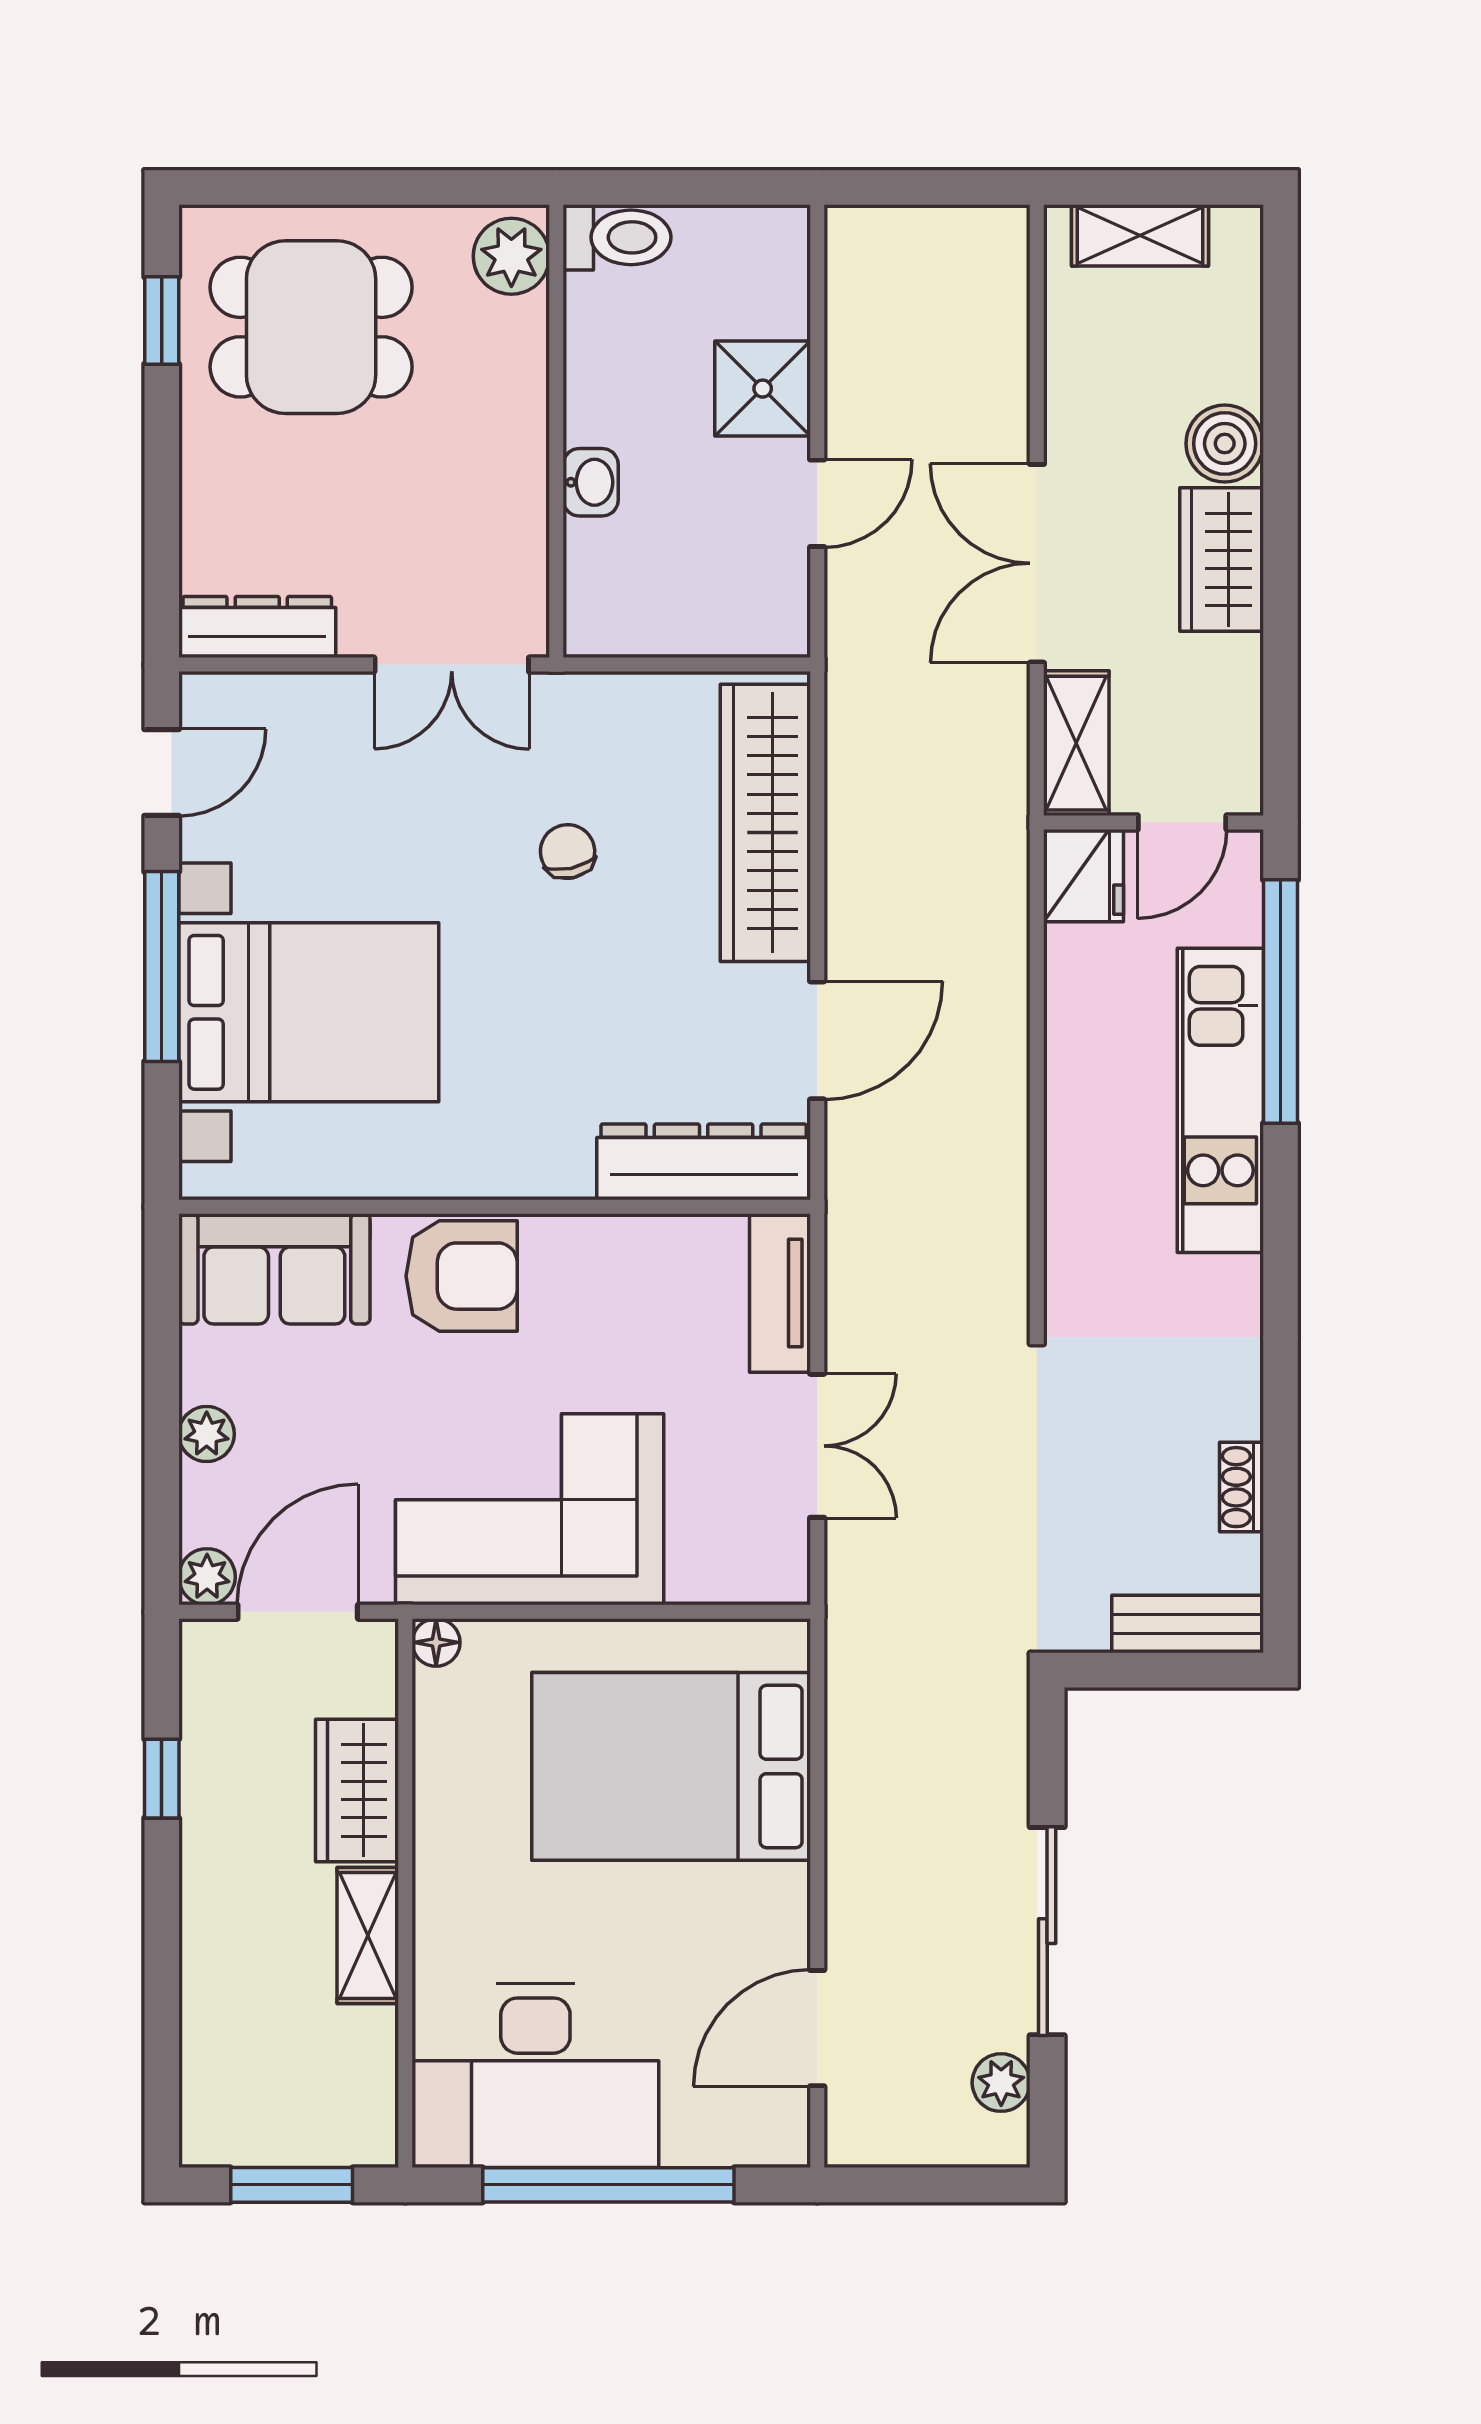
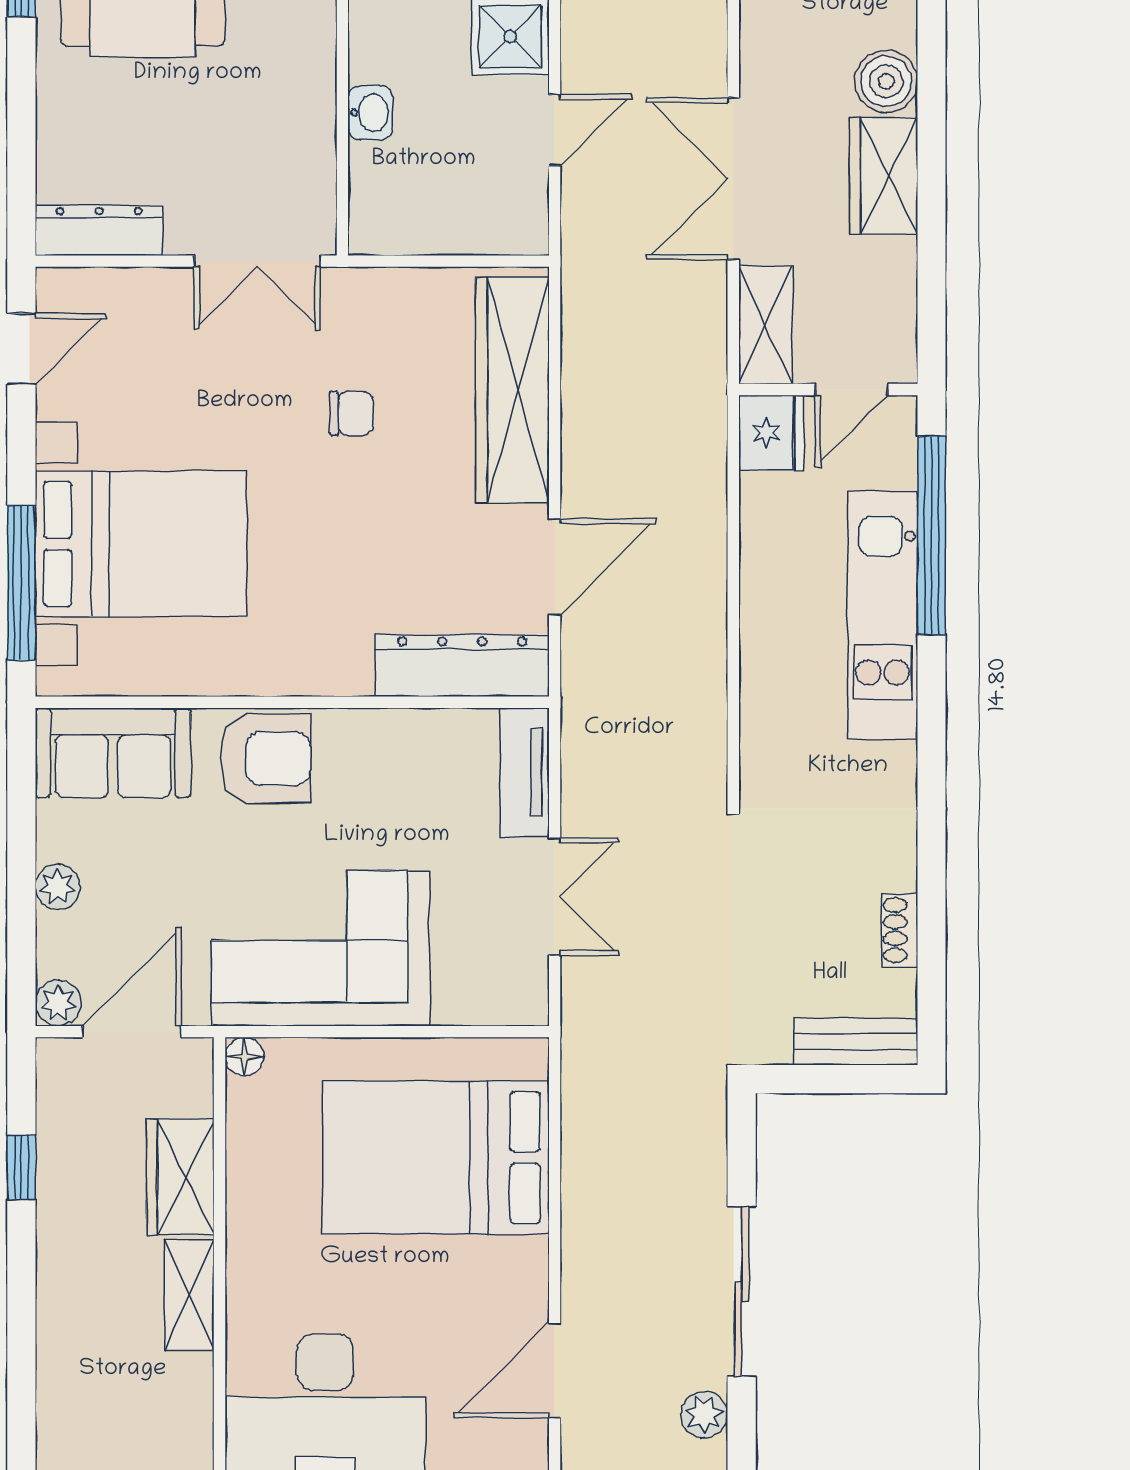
chair: (568, 852) -> (352, 413), turned 102
window: (162, 967) -> (21, 583), moved

